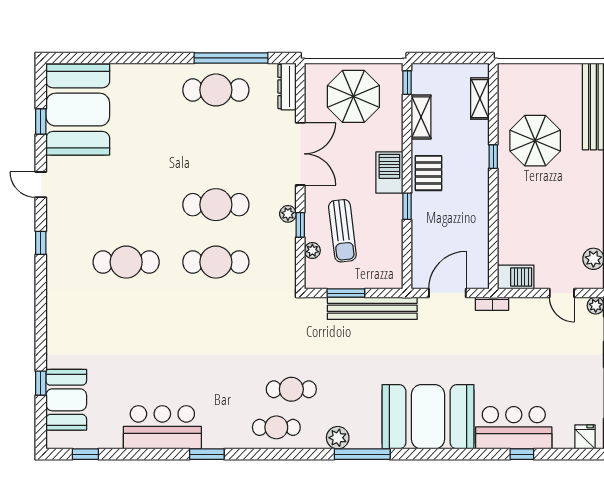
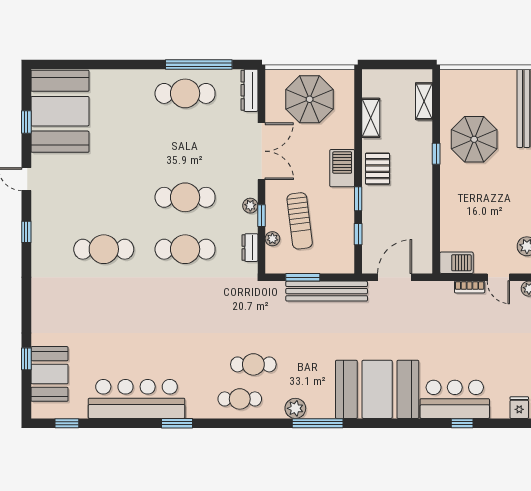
window: (407, 83) -> (358, 234), moved
dresser: (288, 260) -> (250, 248), added
bookcase: (492, 304) -> (470, 287), moved
bar counter: (162, 427) -> (137, 399), width x1.36

